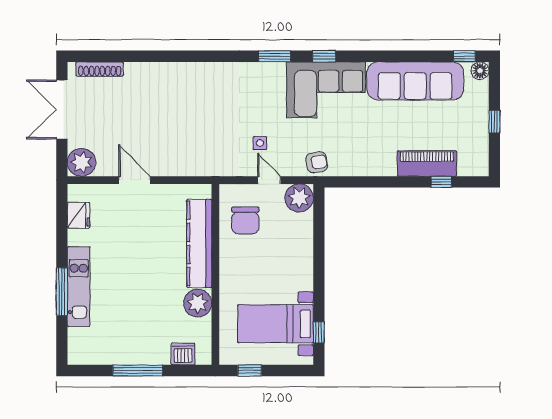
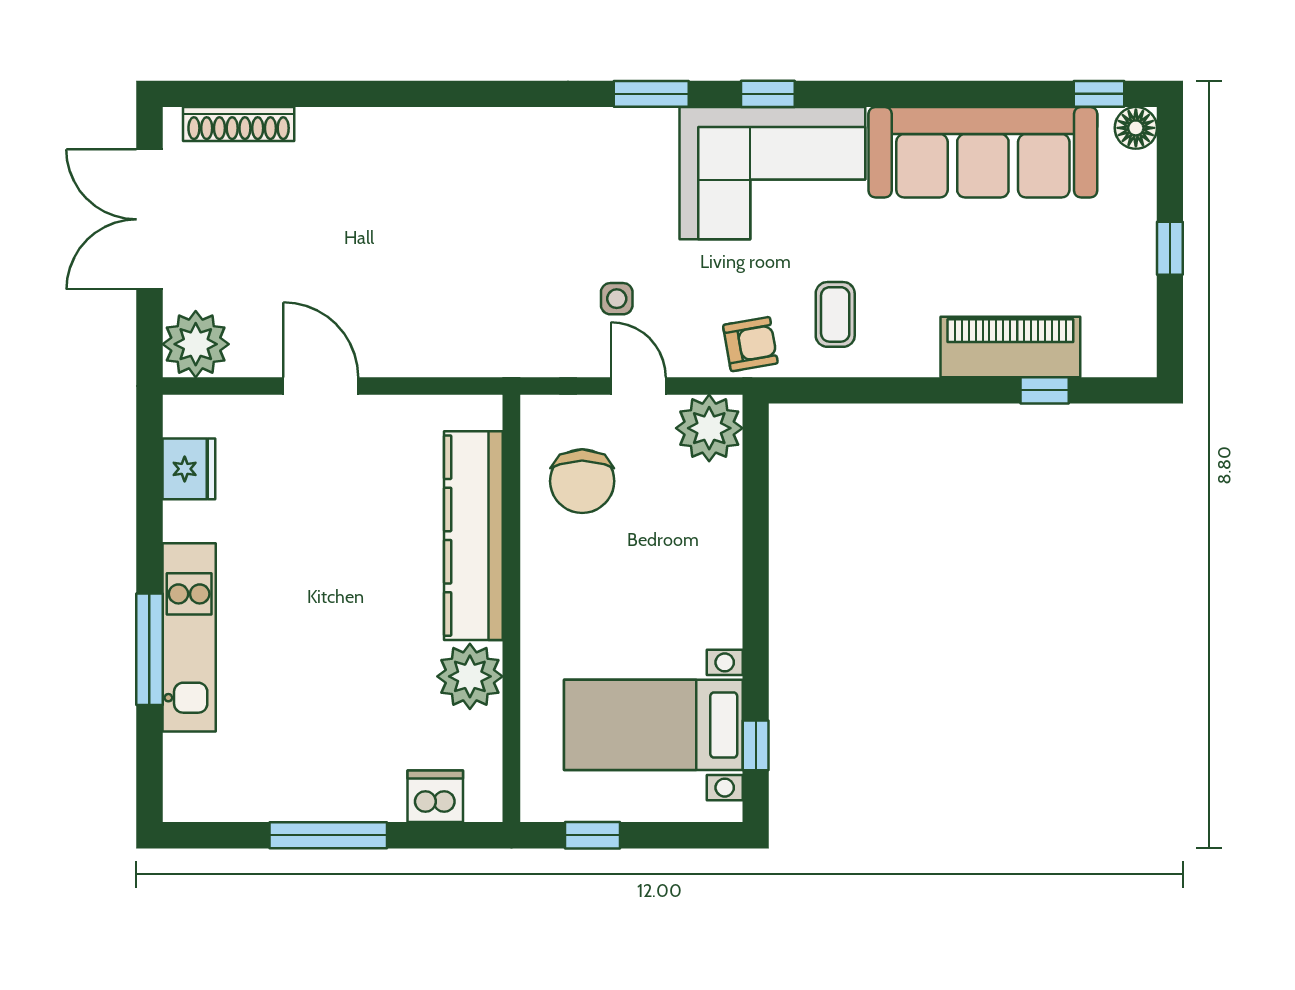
coffee table: (353, 150) -> (835, 314), added

